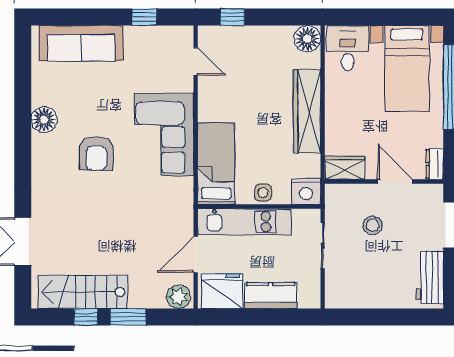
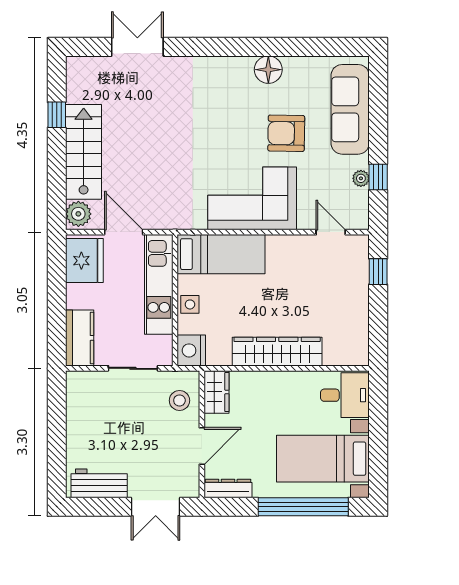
plant: (145, 33) -> (361, 178), added
floor lamp: (307, 39) -> (355, 352), removed
door: (196, 61) -> (331, 232), swing flipped
armchair: (96, 153) -> (286, 133), moved
dresser: (435, 164) -> (228, 488), width x1.44
stool: (372, 225) -> (179, 400), moved
stairs: (83, 292) -> (84, 152), moved
kitchen counter: (271, 295) -> (80, 338), moved
window: (128, 317) -> (57, 160), removed

